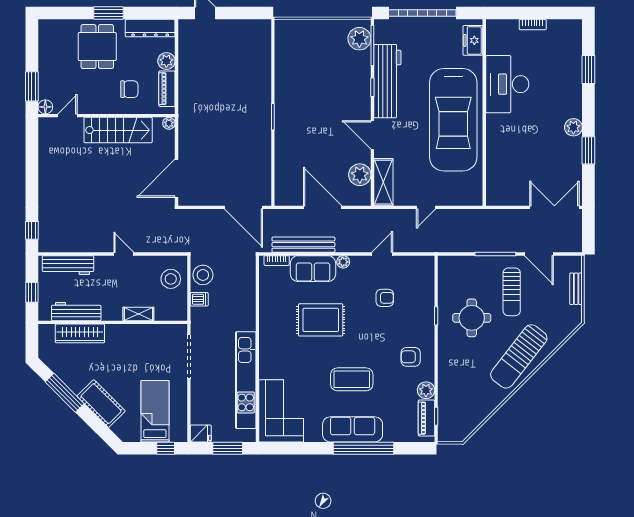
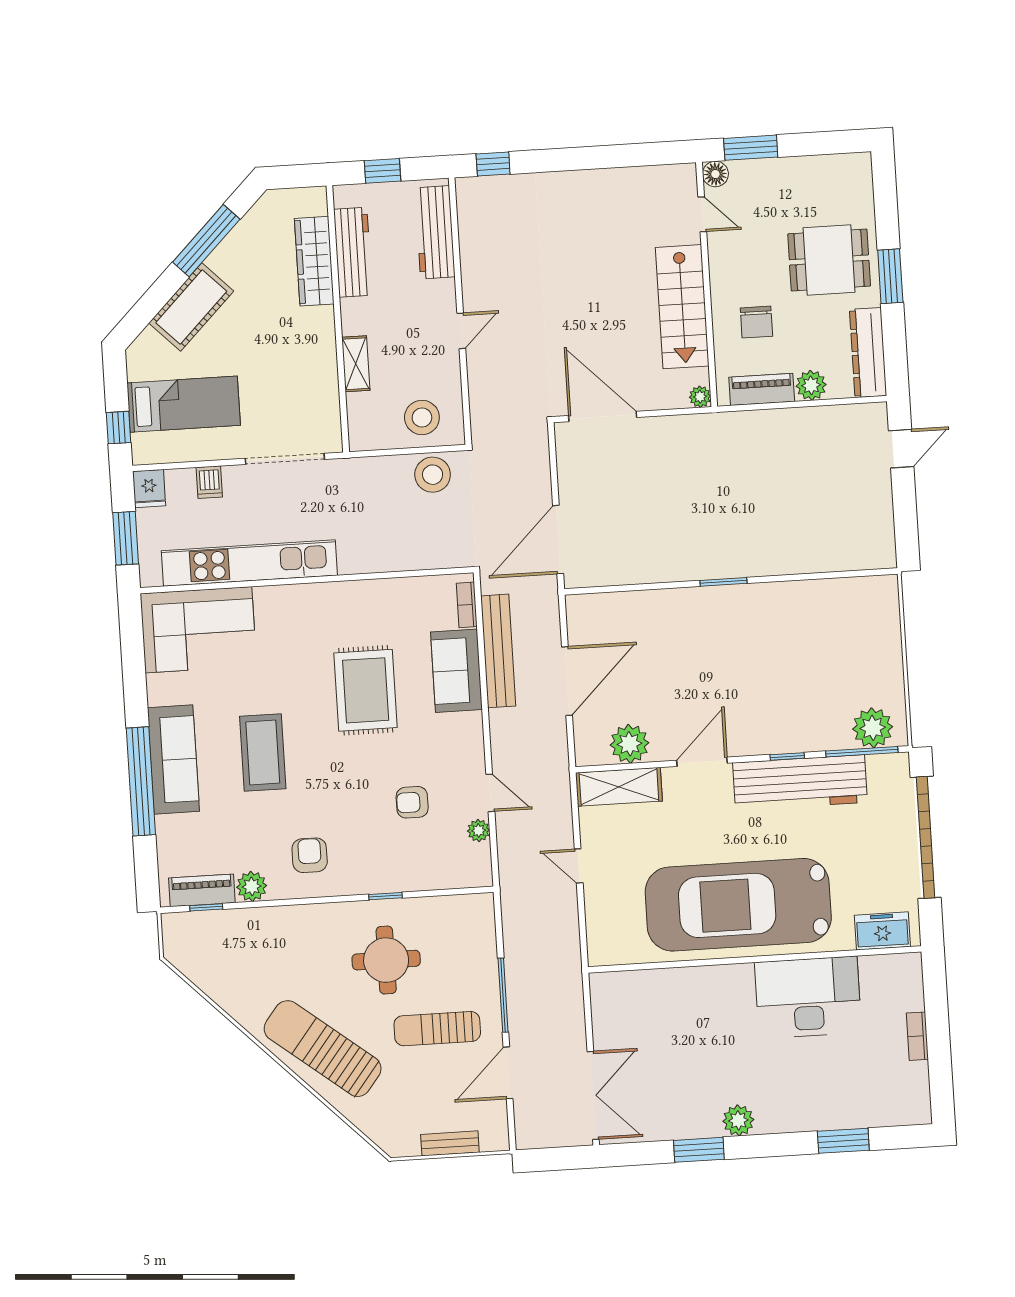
plant: (343, 262) -> (479, 830), moved
armchair: (385, 298) -> (412, 802), turned 90
dishwasher: (199, 299) -> (209, 482), moved

